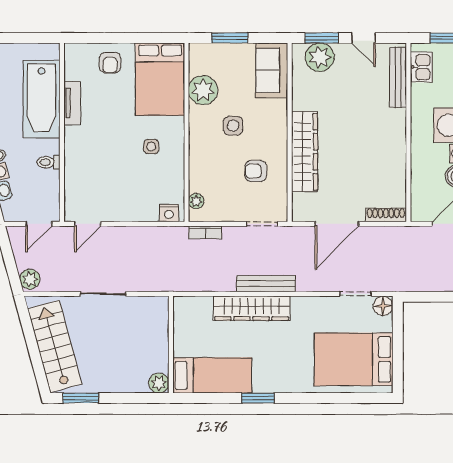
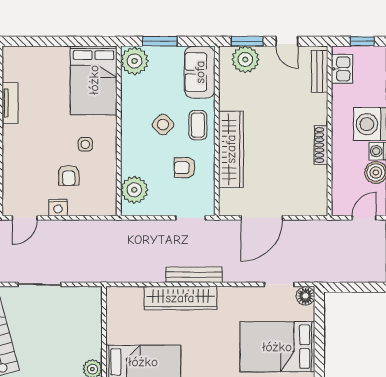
armchair: (110, 63) -> (69, 175), moved
bench: (398, 77) -> (320, 71), width x0.73
plant: (203, 90) -> (134, 61), moved
side table: (233, 126) -> (163, 125), turned 45
coffee table: (270, 126) -> (198, 125), added
plant: (196, 201) -> (134, 190), width x1.88, depth x1.88
nightstand: (169, 213) -> (58, 208), moved
shoe rack: (386, 215) -> (321, 145), moved, turned -90
bookcase: (205, 232) -> (137, 226), removed

